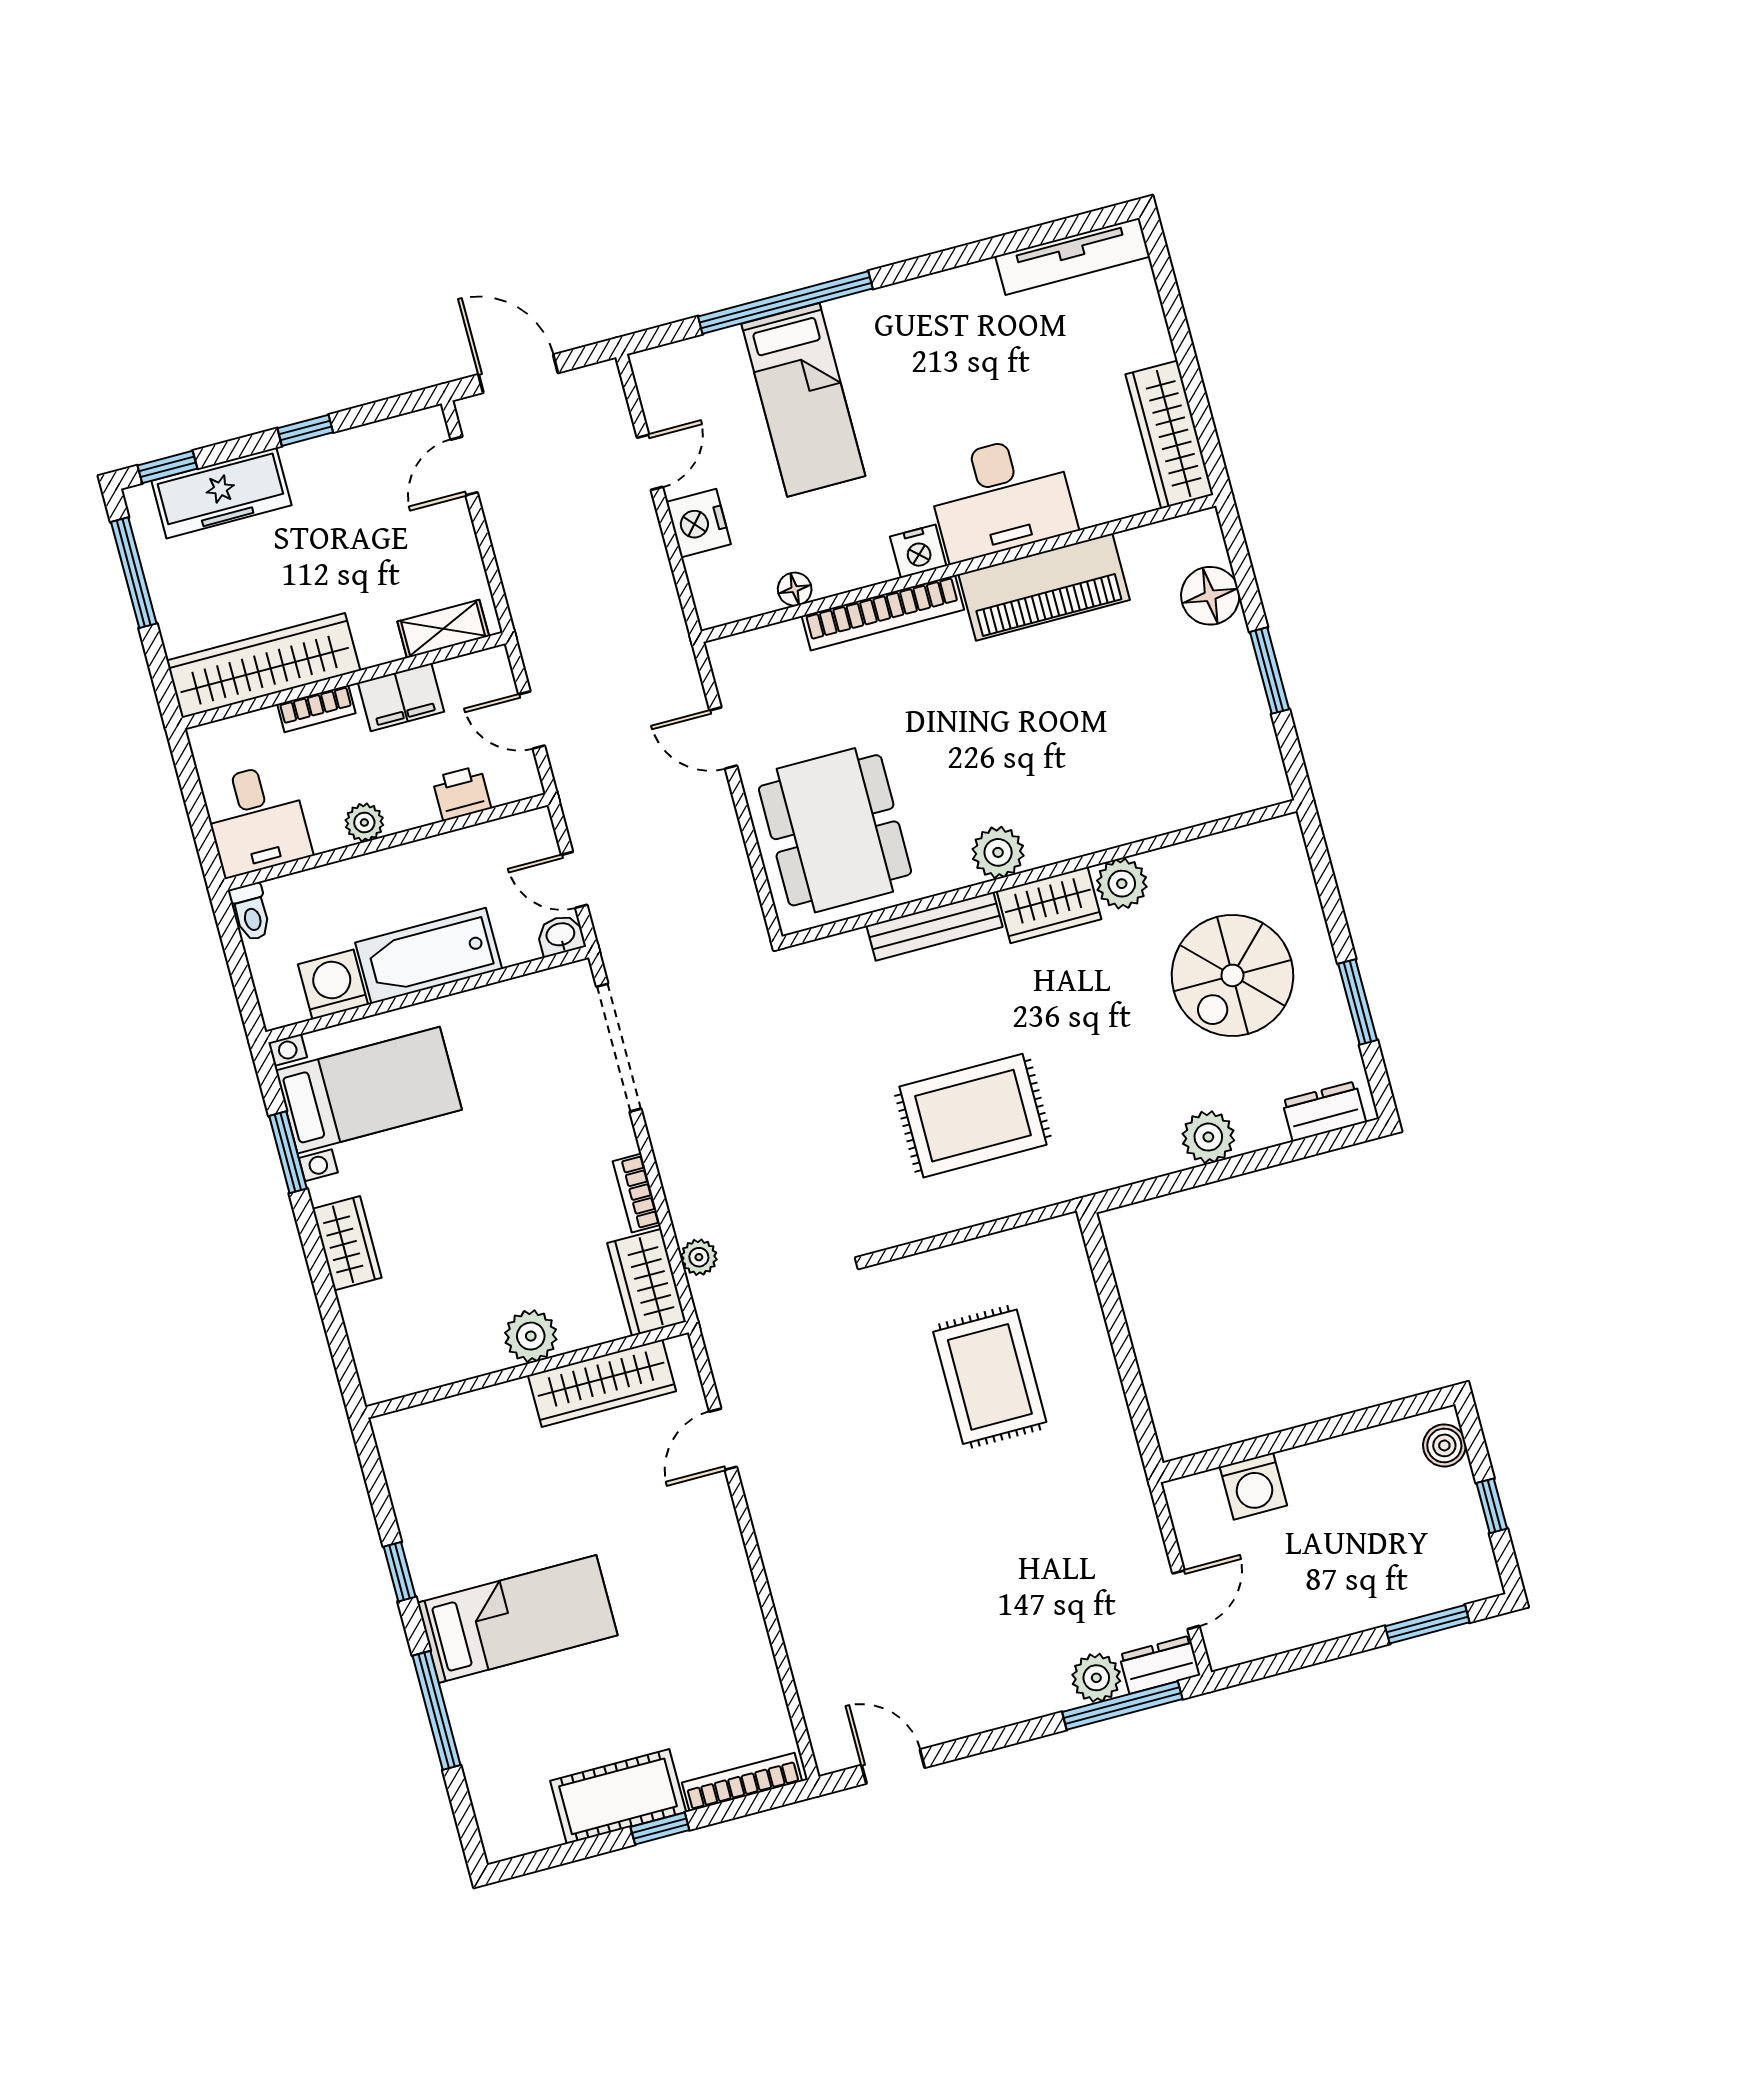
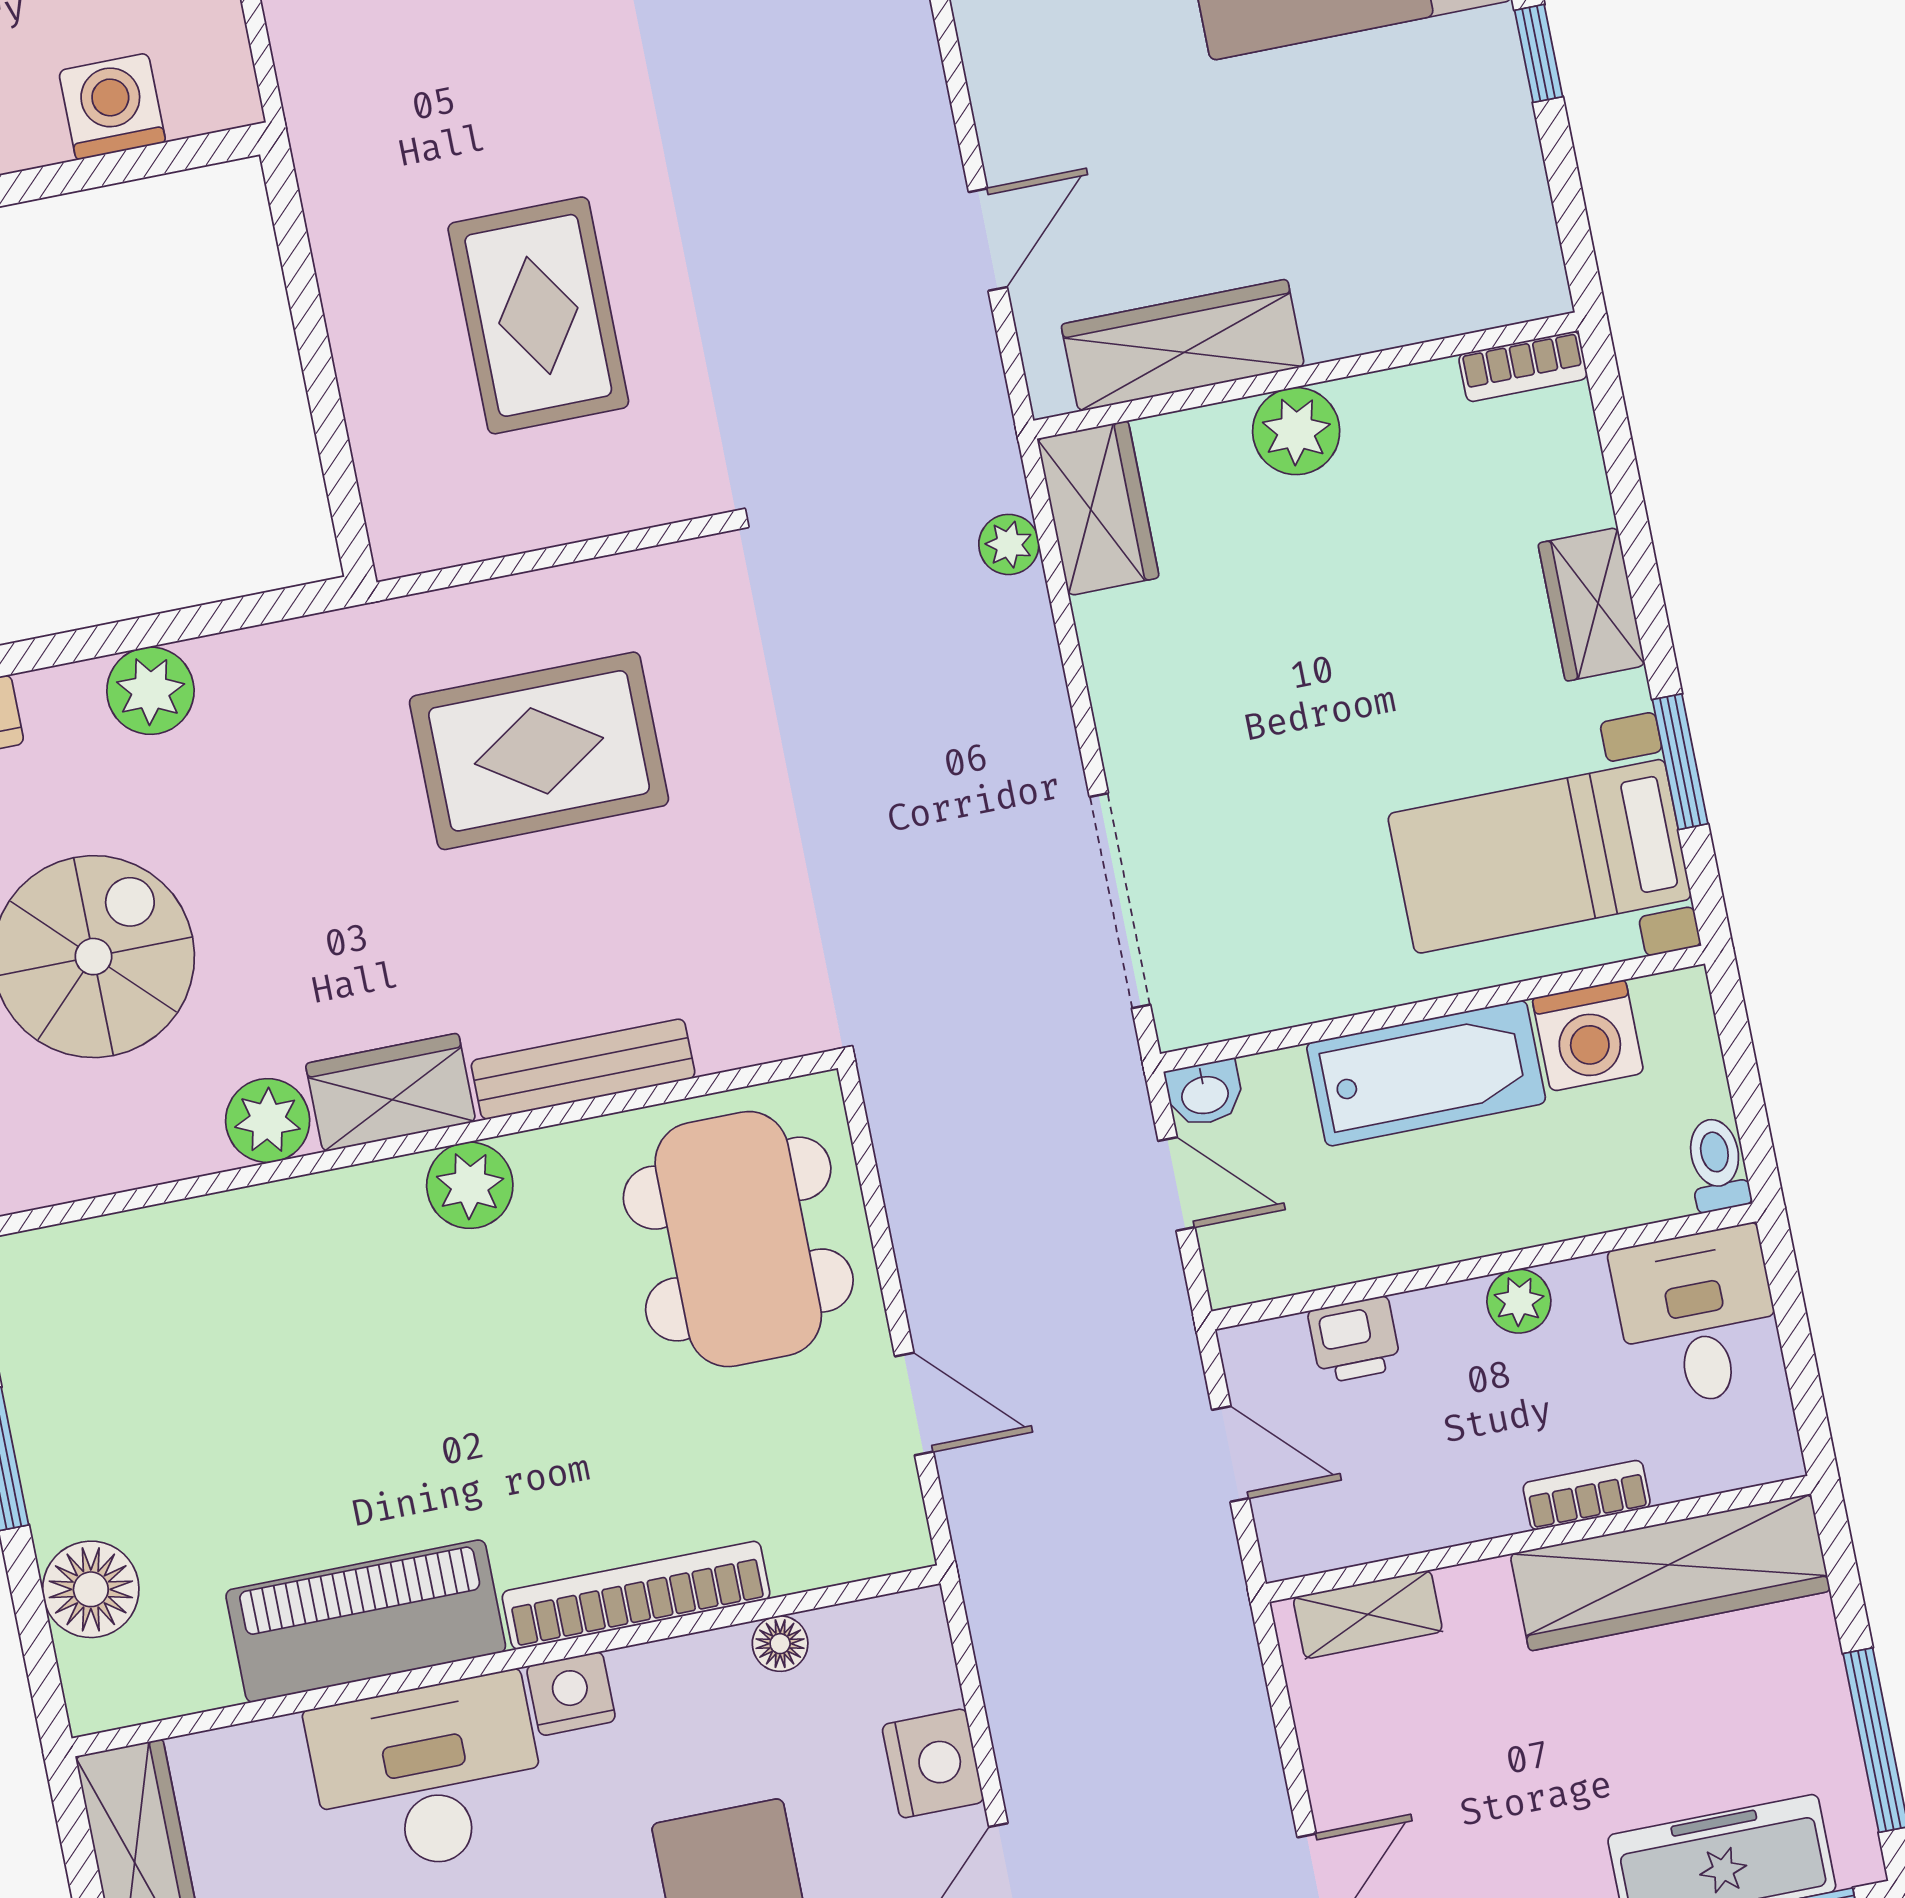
filing cabinet: (401, 697) -> (1445, 1505), removed
bookcase: (637, 1193) -> (1523, 366), moved, turned 90

